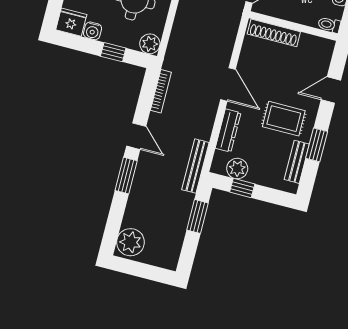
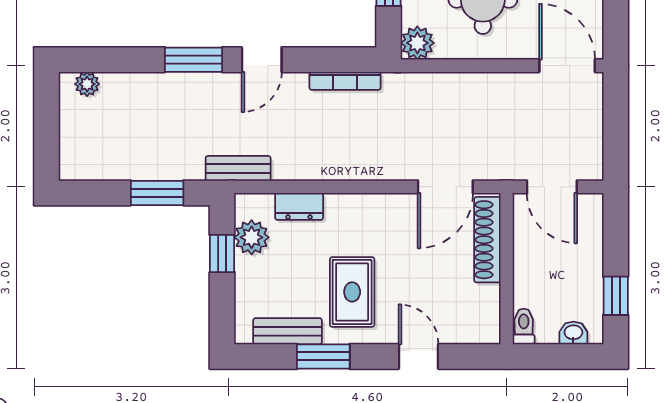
door: (228, 84) -> (445, 187), moved
dresser: (228, 130) -> (299, 206), width x0.70
bench: (195, 166) -> (238, 168), width x0.73
plant: (130, 242) -> (87, 84), width x0.53, depth x0.53

